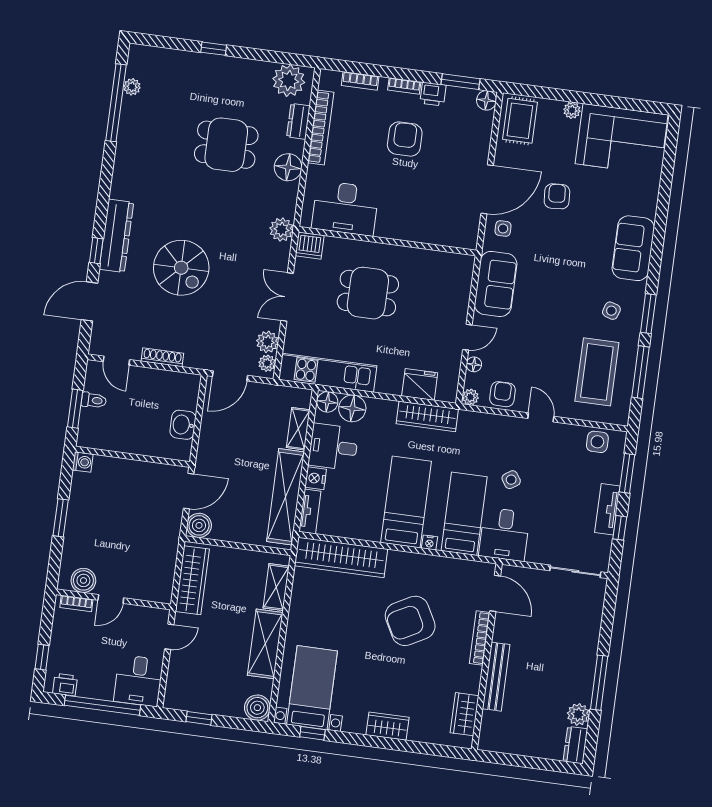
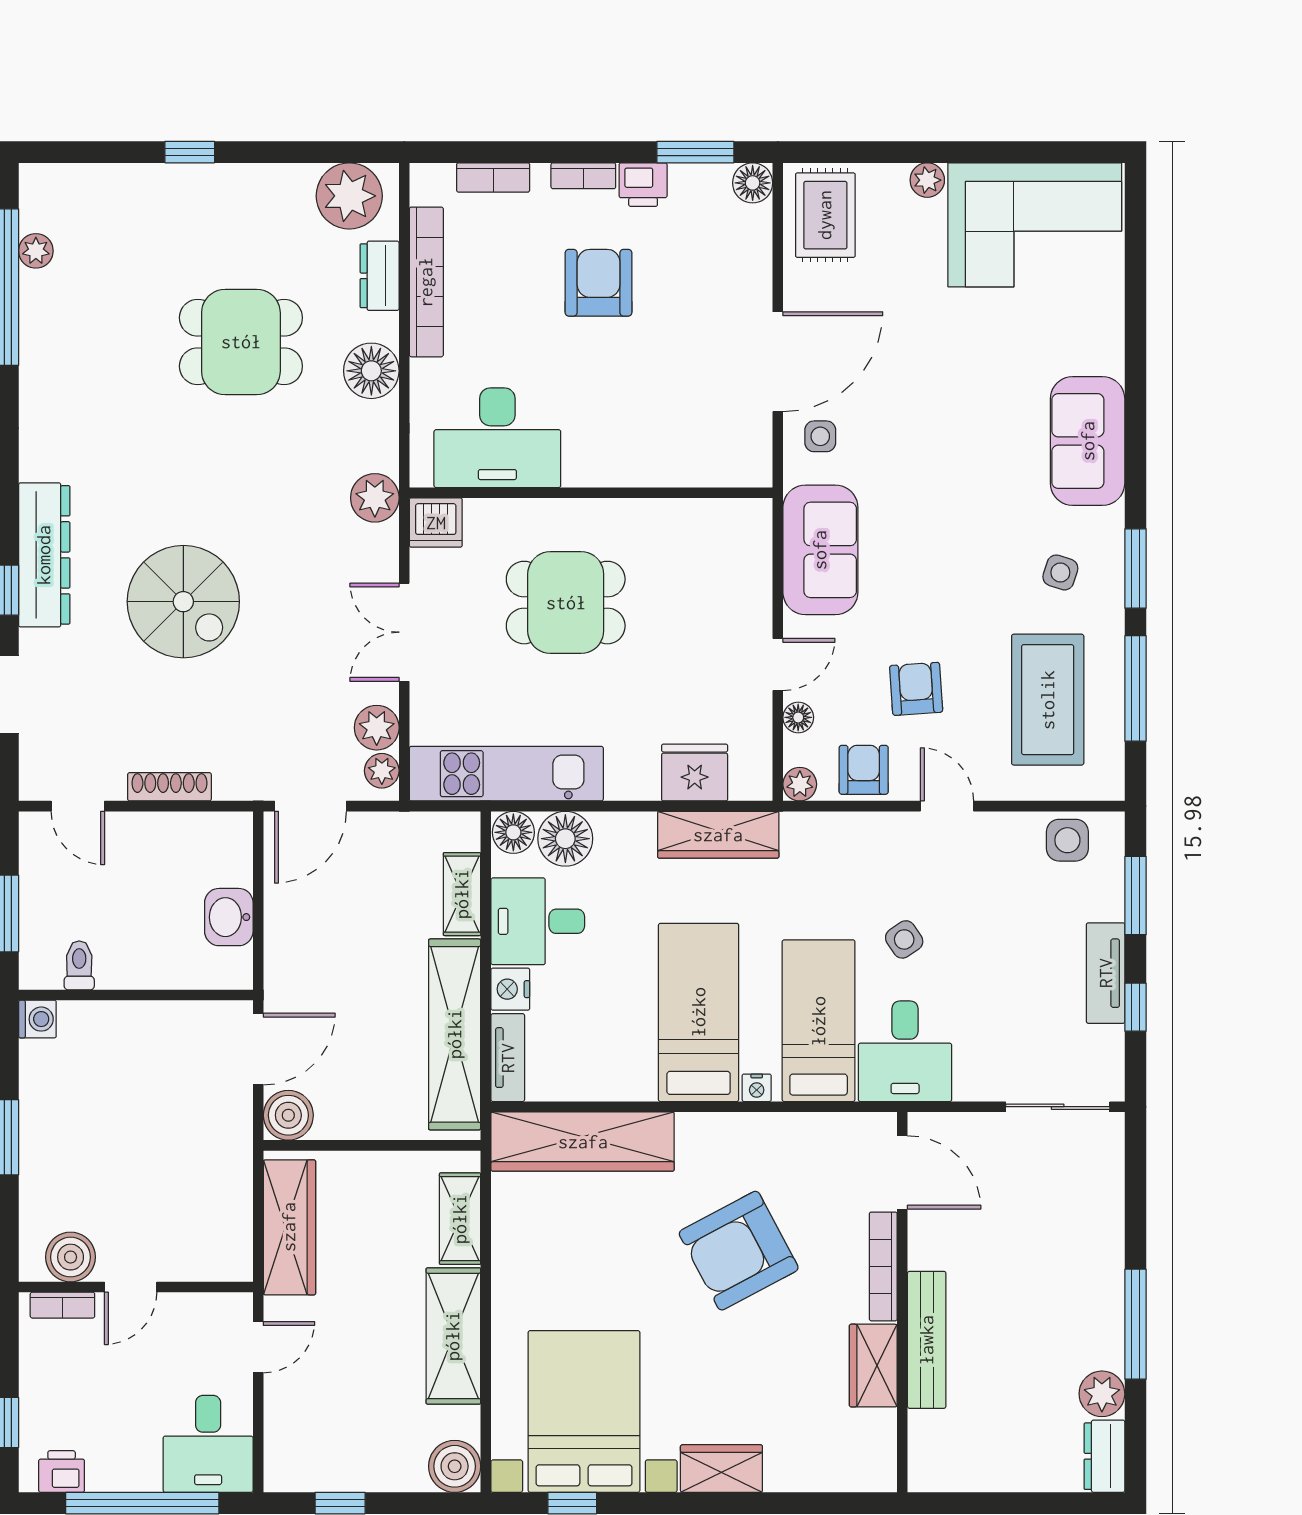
armchair: (557, 196) -> (916, 689), moved
toilet: (94, 400) -> (79, 965), moved, turned -90
bed with nightstands: (312, 688) -> (584, 1411), width x1.36
wardrobe: (465, 714) -> (873, 1366), moved

